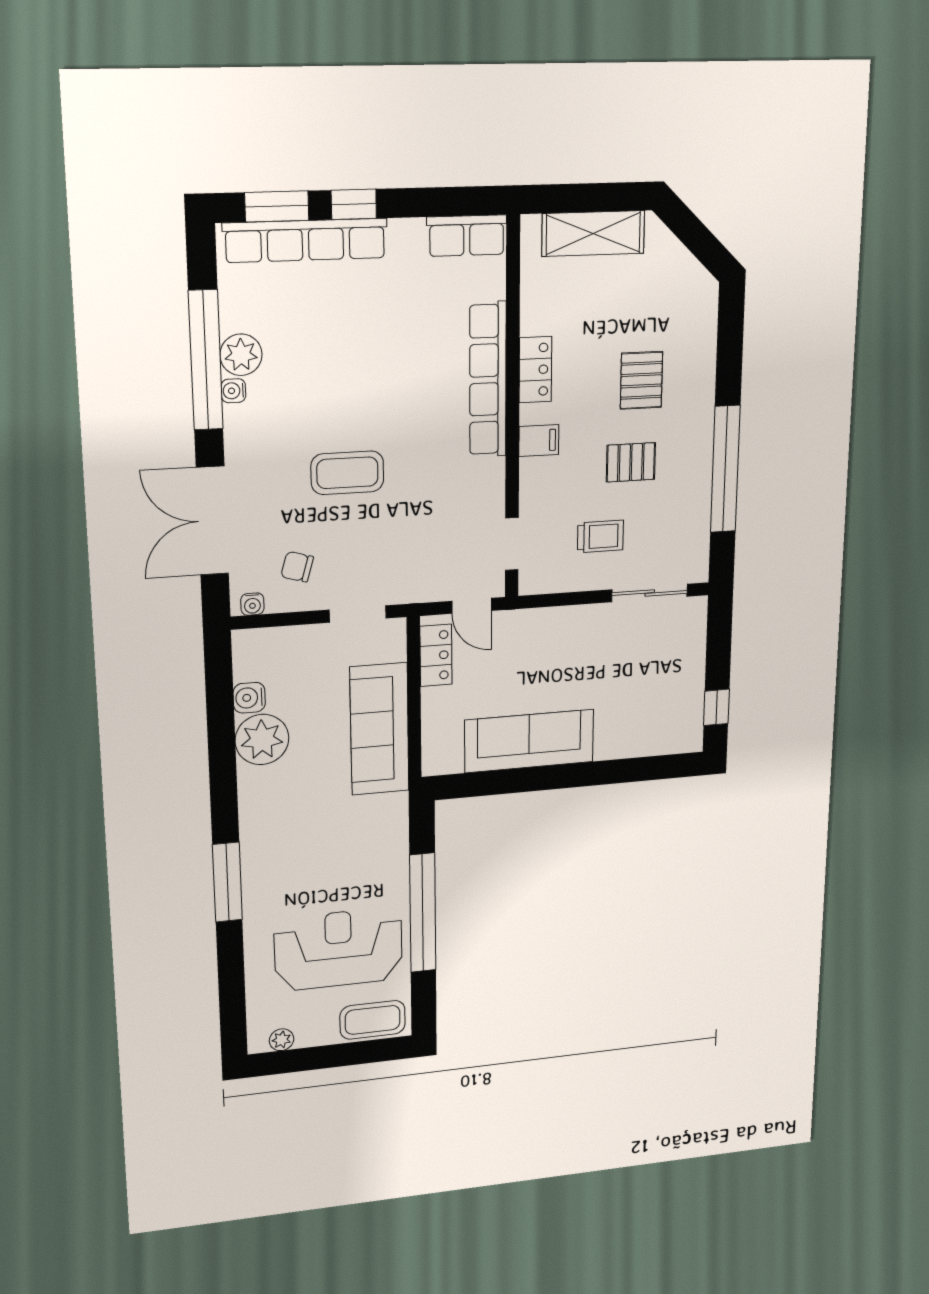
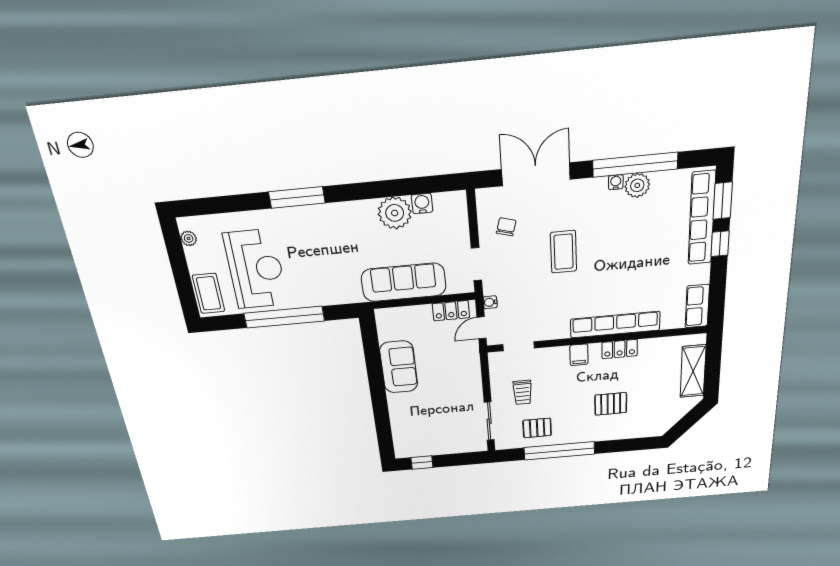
pallet: (631, 462) -> (537, 428), moved, turned 90
water cooler: (252, 604) -> (490, 302), moved
sofa: (529, 741) -> (399, 367), width x0.73

